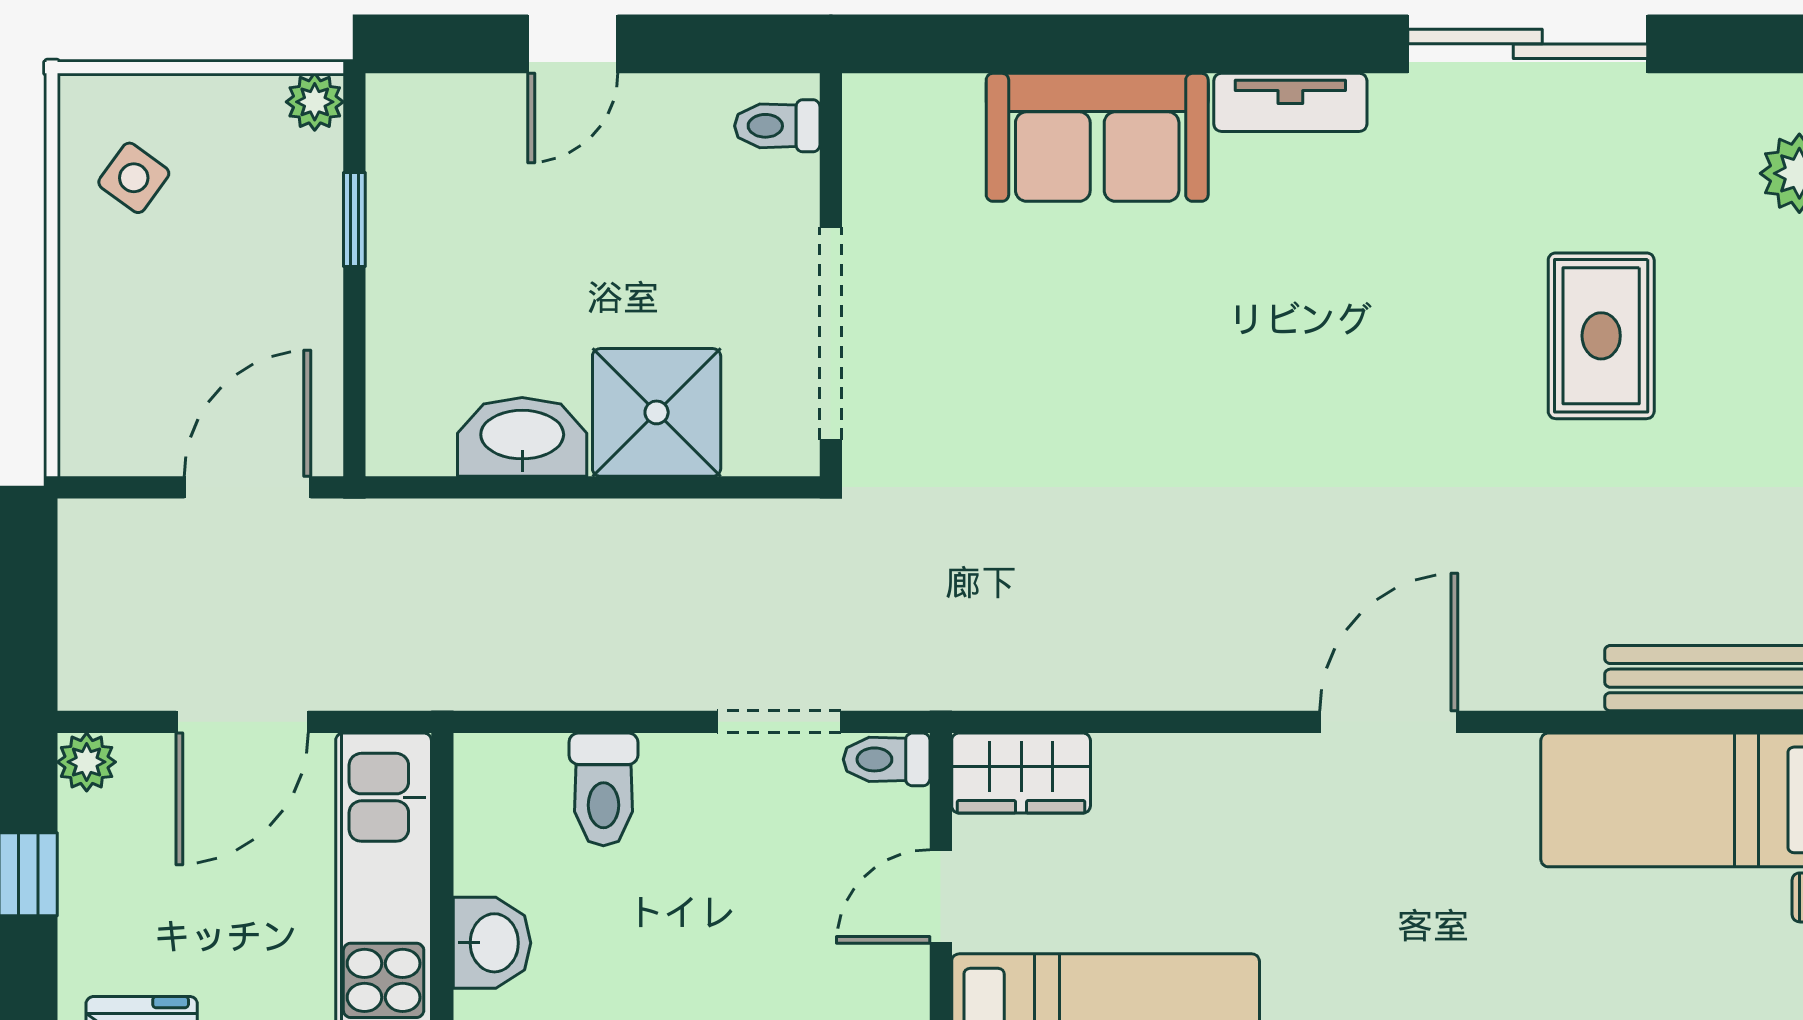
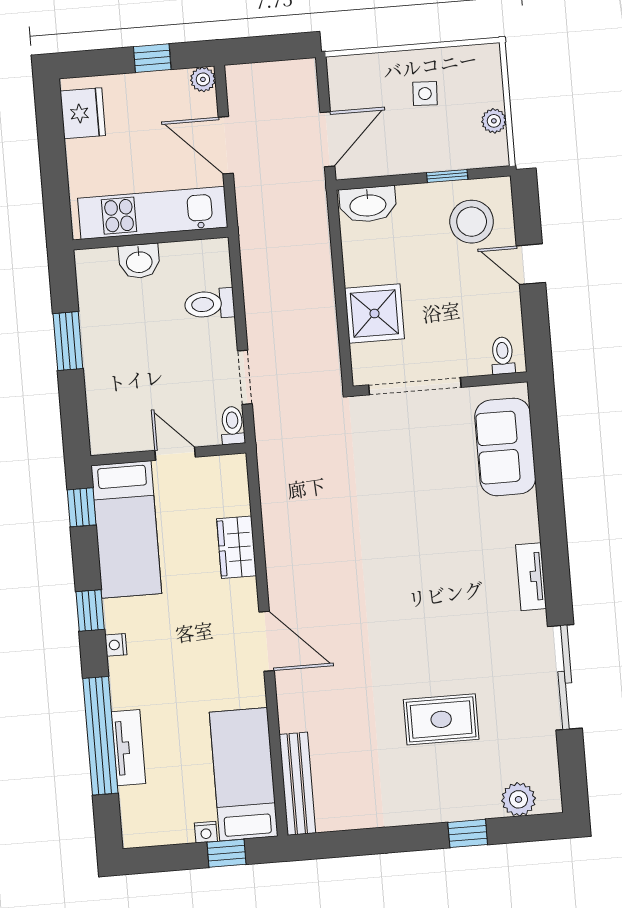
plant: (315, 102) -> (494, 121), moved
sofa: (1097, 137) -> (505, 447), moved
stool: (464, 172) -> (472, 222), added
side table: (134, 178) -> (425, 94), moved, turned -33
washbasin: (522, 437) -> (368, 204), moved, turned 90
door: (247, 487) -> (327, 139), hinge flipped
wardrobe: (1021, 773) -> (237, 547), moved

